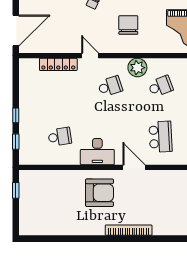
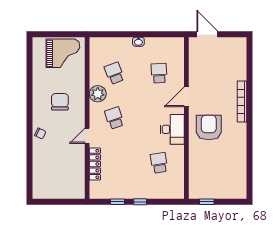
chair: (128, 25) -> (60, 102), turned 90
door: (16, 30) -> (65, 202), removed
school desk: (161, 137) -> (159, 73), width x0.54
window: (16, 142) -> (118, 202), moved

